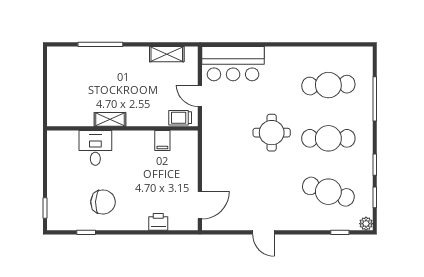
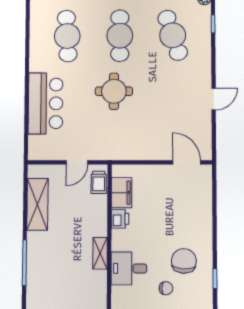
shelving: (167, 54) -> (37, 204), width x1.50, depth x1.33
bar counter: (233, 64) -> (45, 103), moved
filing cabinet: (162, 140) -> (121, 193), width x2.00
chair: (76, 184) -> (166, 288), added
cafe table: (328, 192) -> (173, 35), turned -36
printer: (158, 222) -> (120, 219), moved, turned 180

